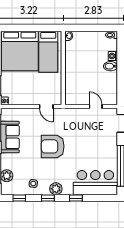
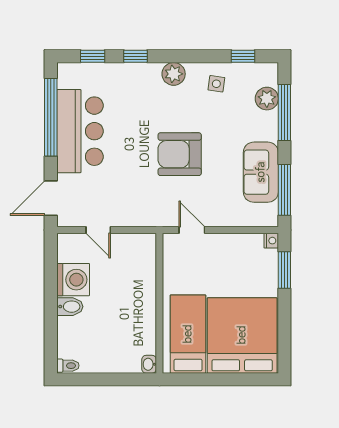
washing machine: (113, 56) -> (73, 280), moved, width x1.89, depth x1.89
armchair: (53, 146) -> (180, 154), turned 180
bar counter: (95, 183) -> (80, 131), moved, turned -90
window: (48, 198) -> (93, 56), moved

